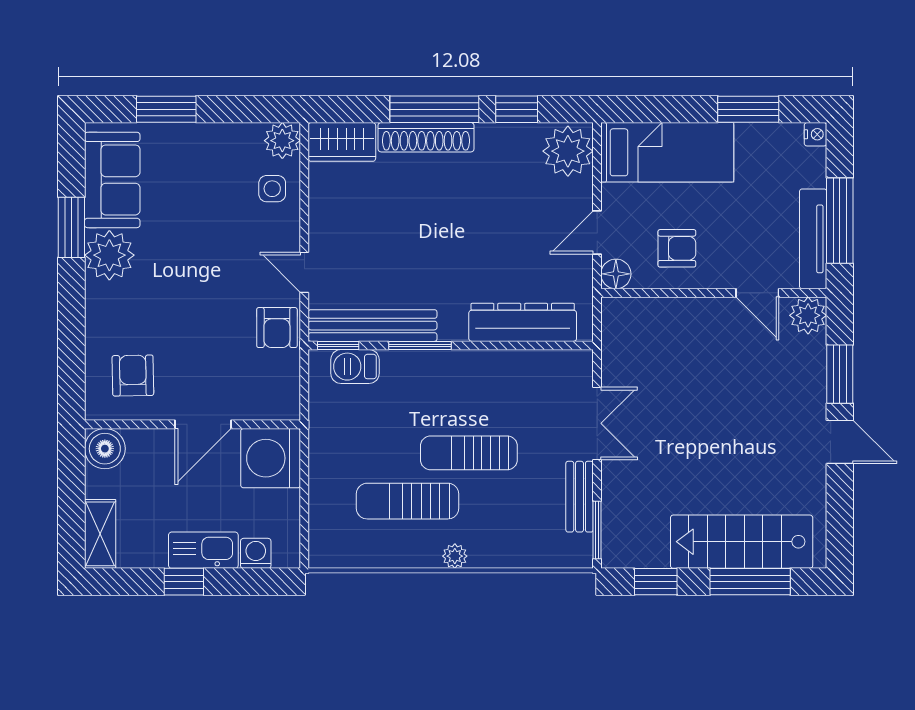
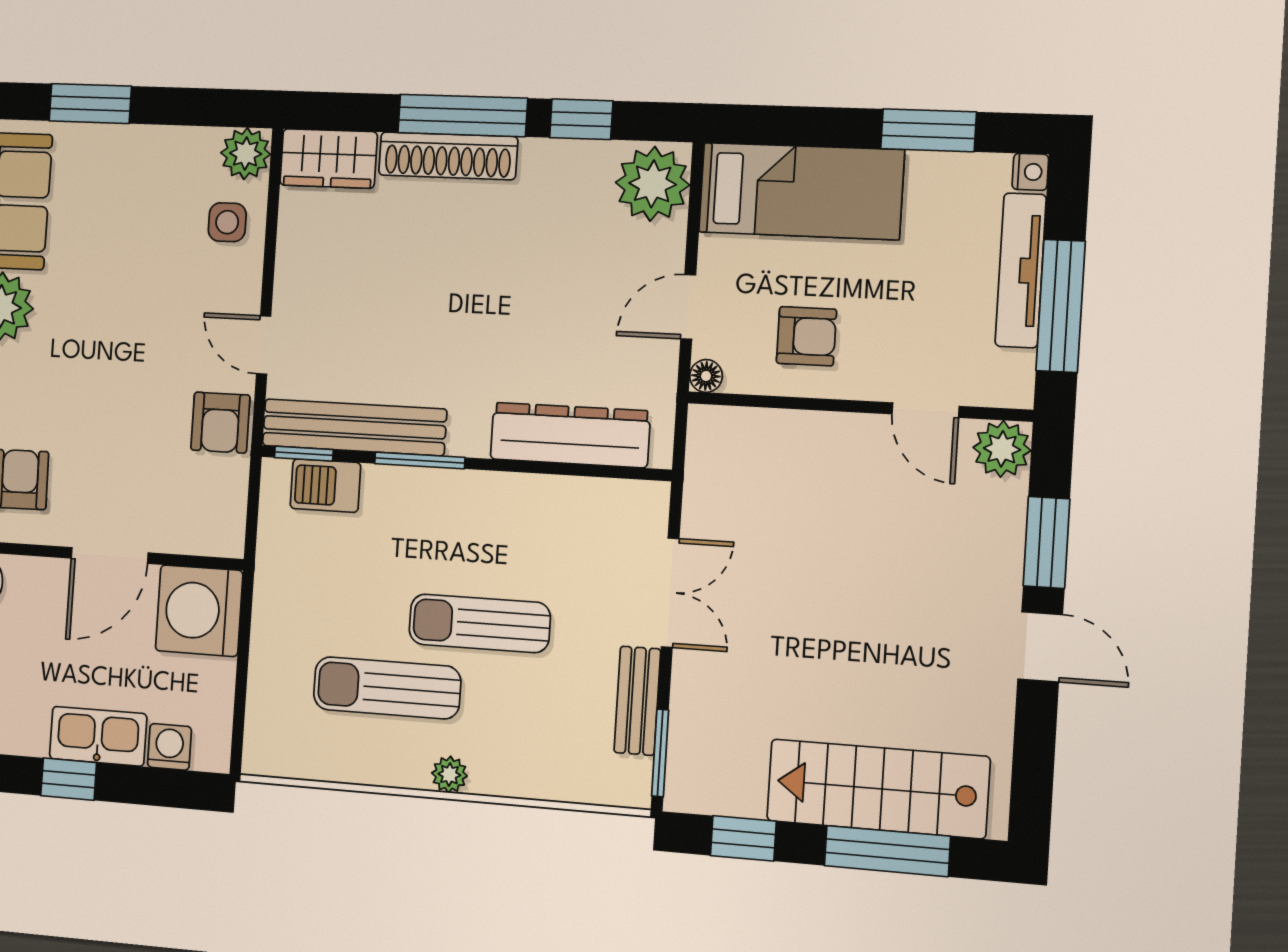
tv unit: (813, 239) -> (1021, 270), moved
floor lamp: (616, 274) -> (706, 376), width x0.73, depth x0.73

